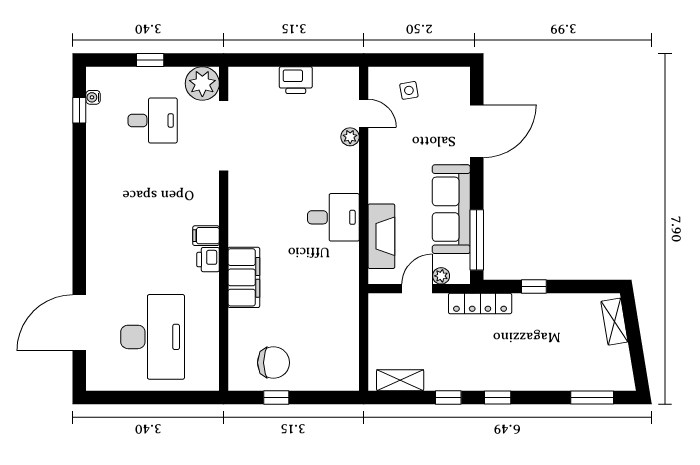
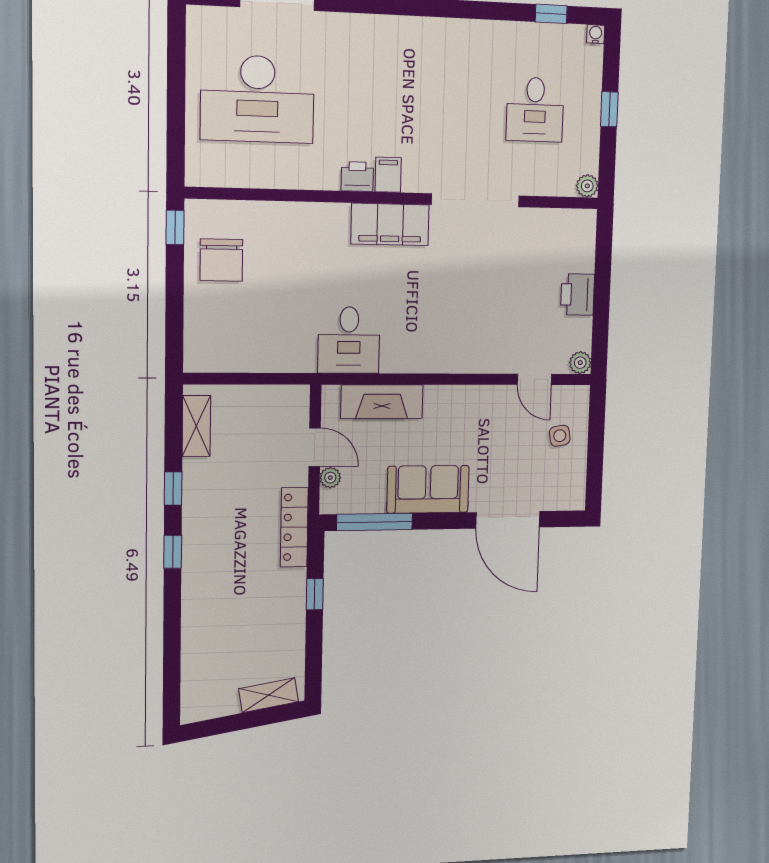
plant: (202, 84) -> (587, 186), width x0.53, depth x0.53
water cooler: (93, 97) -> (596, 34), moved
door: (364, 113) -> (534, 379), hinge flipped
doorway: (224, 136) -> (476, 200), moved
plant: (350, 137) -> (580, 363), moved
sofa: (451, 209) -> (428, 489), width x0.73
desk: (333, 217) -> (349, 340), moved
filing cabinet: (244, 277) -> (390, 224), moved
window: (276, 397) -> (175, 227), moved
window: (592, 397) -> (172, 671), removed

